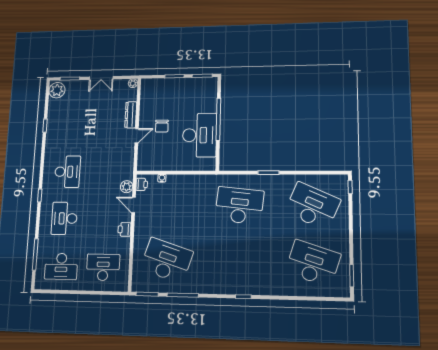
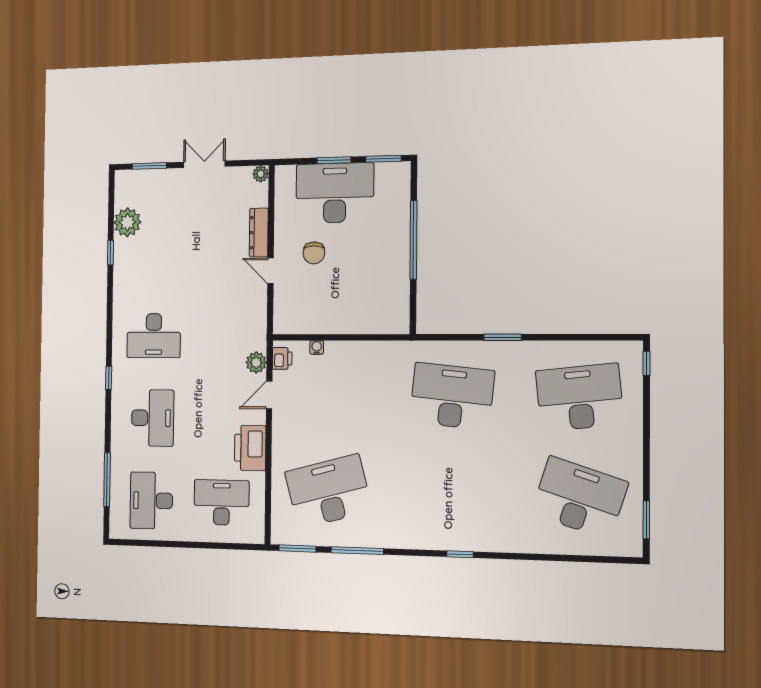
double door: (101, 78) -> (204, 164), swing flipped
plant: (57, 90) -> (127, 222), moved
desk: (200, 135) -> (335, 193), moved, turned -90
door: (137, 136) -> (271, 271), swing flipped
desk: (67, 172) -> (154, 336), turned 90
door: (133, 205) -> (269, 395), hinge flipped
desk: (312, 206) -> (580, 397), turned -30
desk: (64, 218) -> (153, 418), turned 180
printer: (124, 229) -> (250, 448), width x1.87, depth x1.48
desk: (167, 260) -> (328, 491), turned -33
desk: (61, 266) -> (151, 501), turned 90

